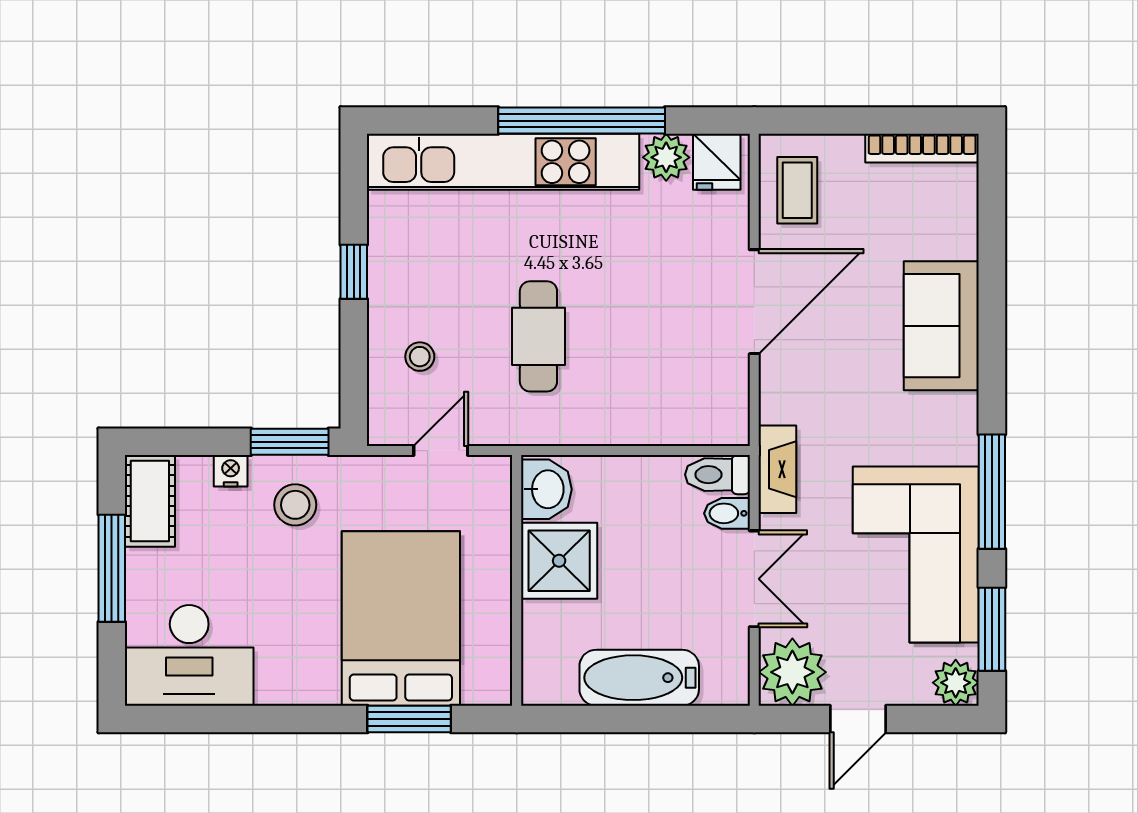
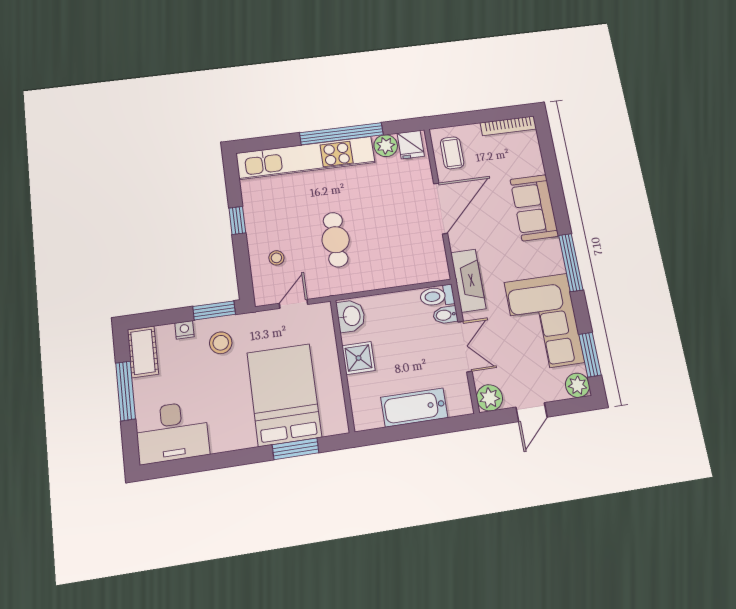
fireplace: (777, 469) -> (468, 281), width x1.37, depth x1.32
window: (992, 492) -> (571, 263), moved
shower: (559, 561) -> (359, 358), width x0.73, depth x0.73
plant: (792, 672) -> (489, 398), width x0.73, depth x0.73

